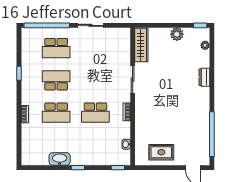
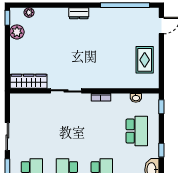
plant: (177, 34) -> (17, 32), moved
dresser: (204, 77) -> (79, 13), moved
school desk: (95, 113) -> (137, 131), moved

